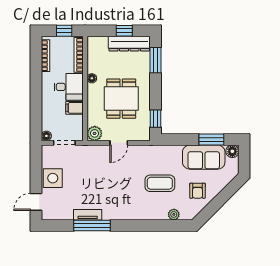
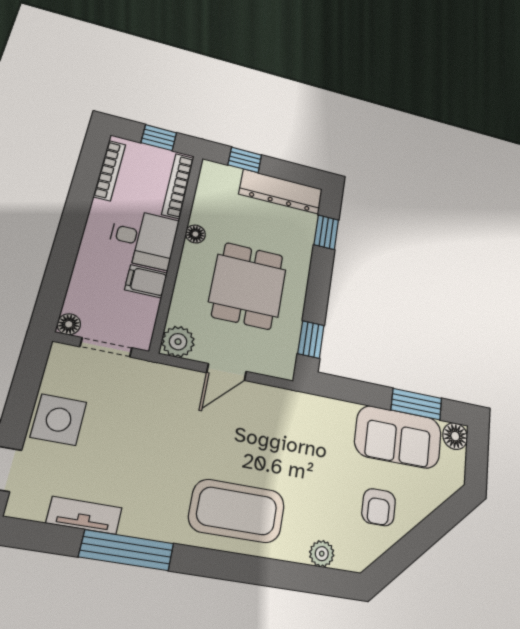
window: (124, 31) -> (245, 160), moved
window: (156, 60) -> (326, 232), width x0.67
coffee table: (160, 183) -> (237, 511), moved, width x1.36, depth x1.32
tv unit: (88, 215) -> (84, 515), moved

